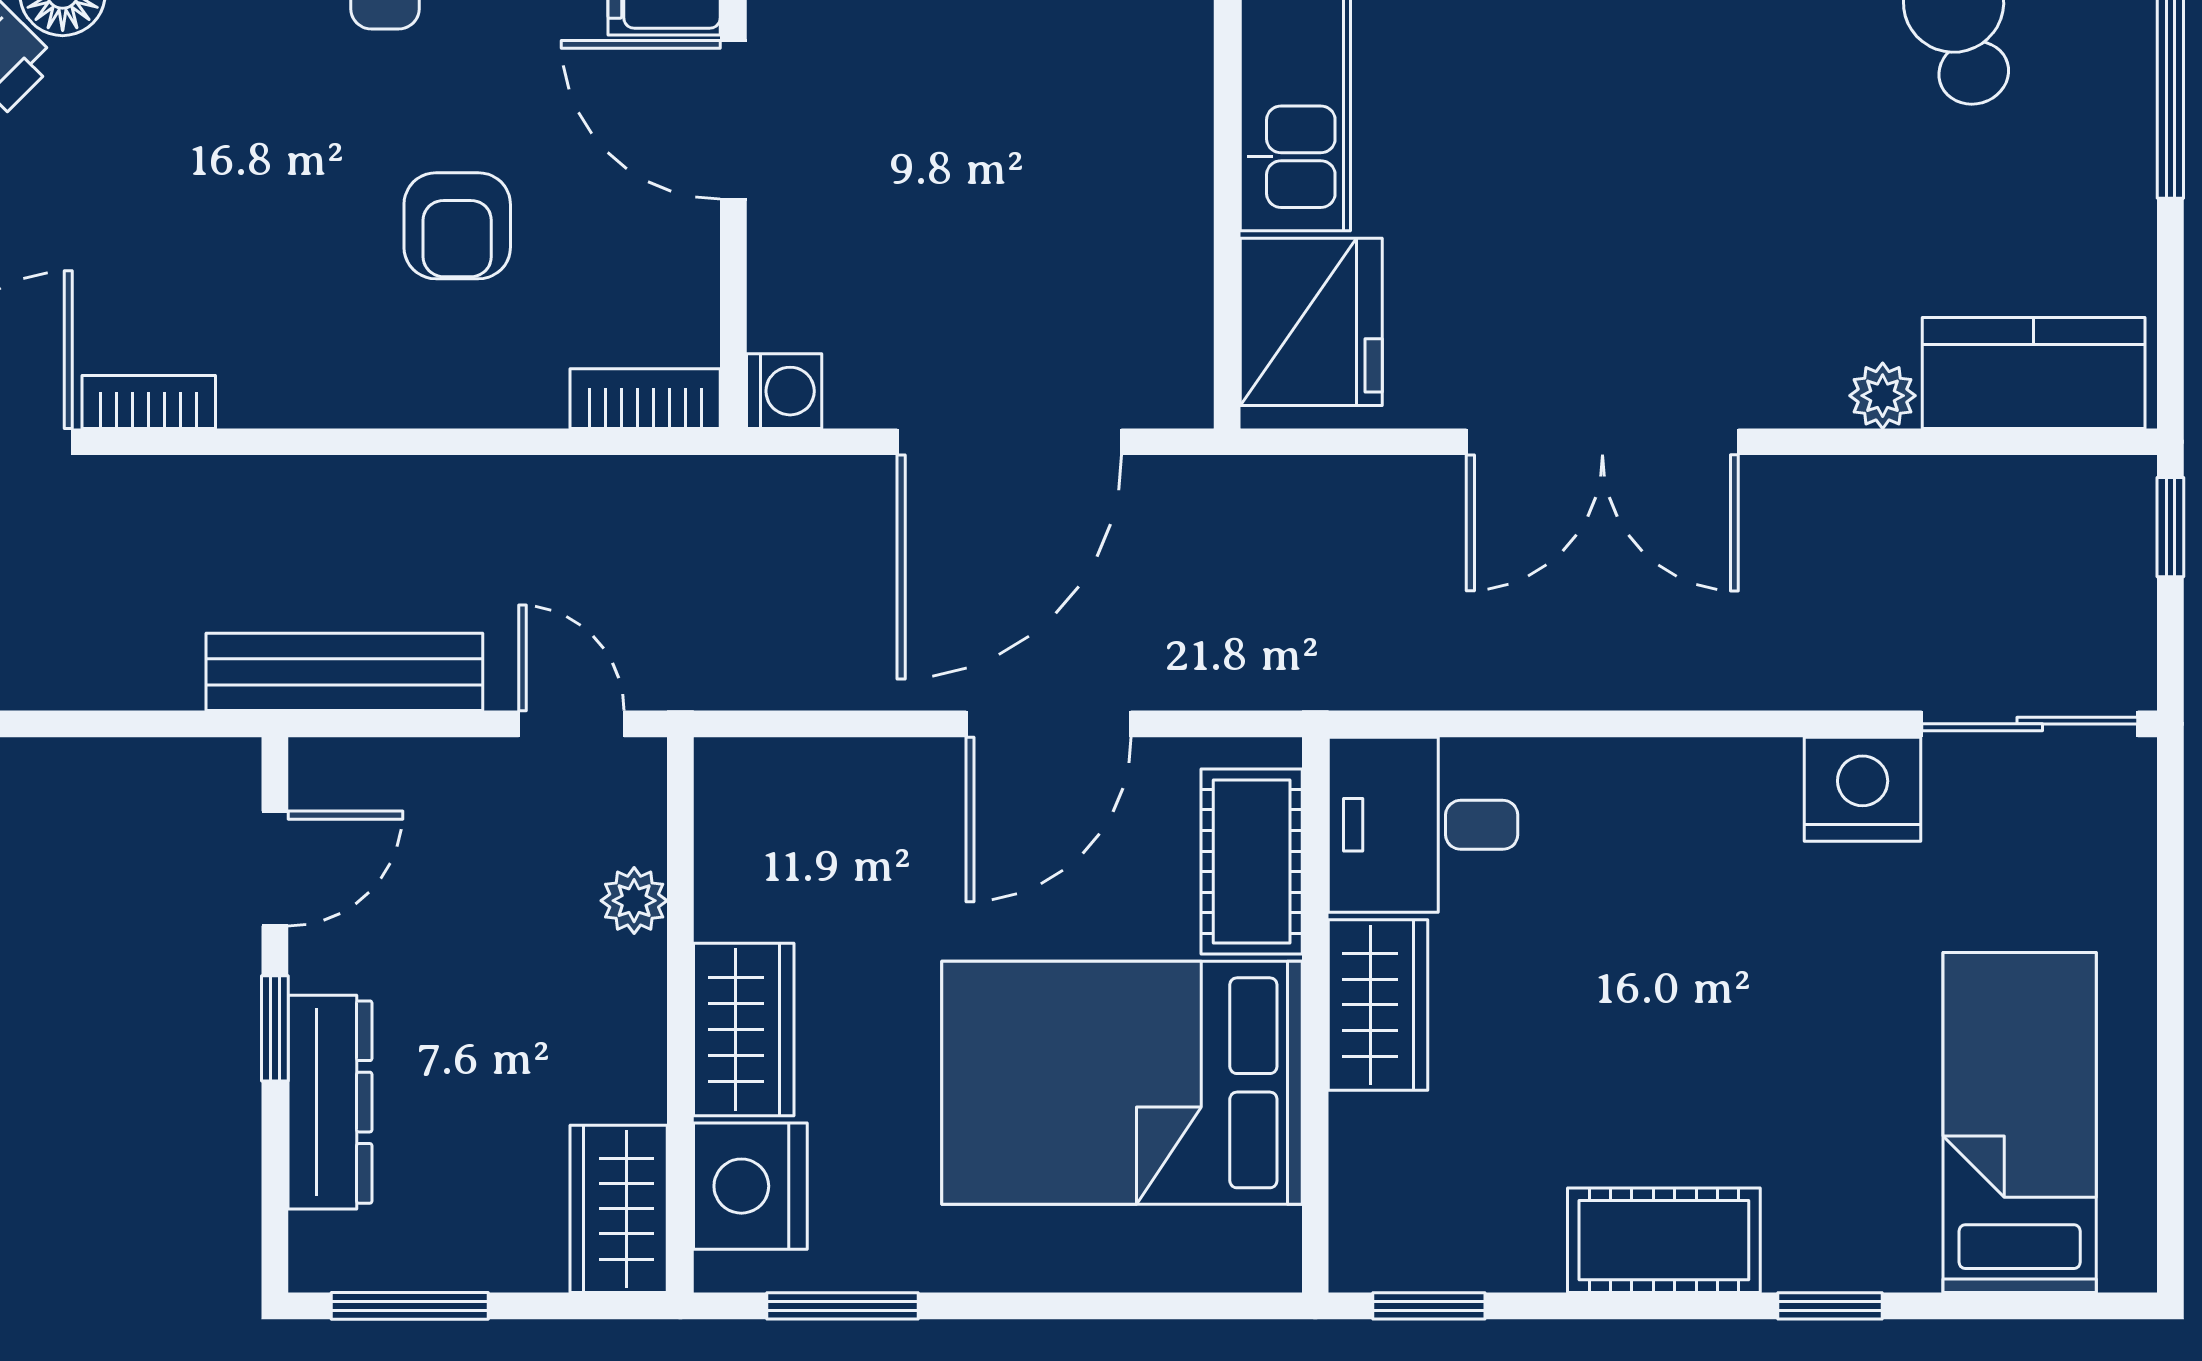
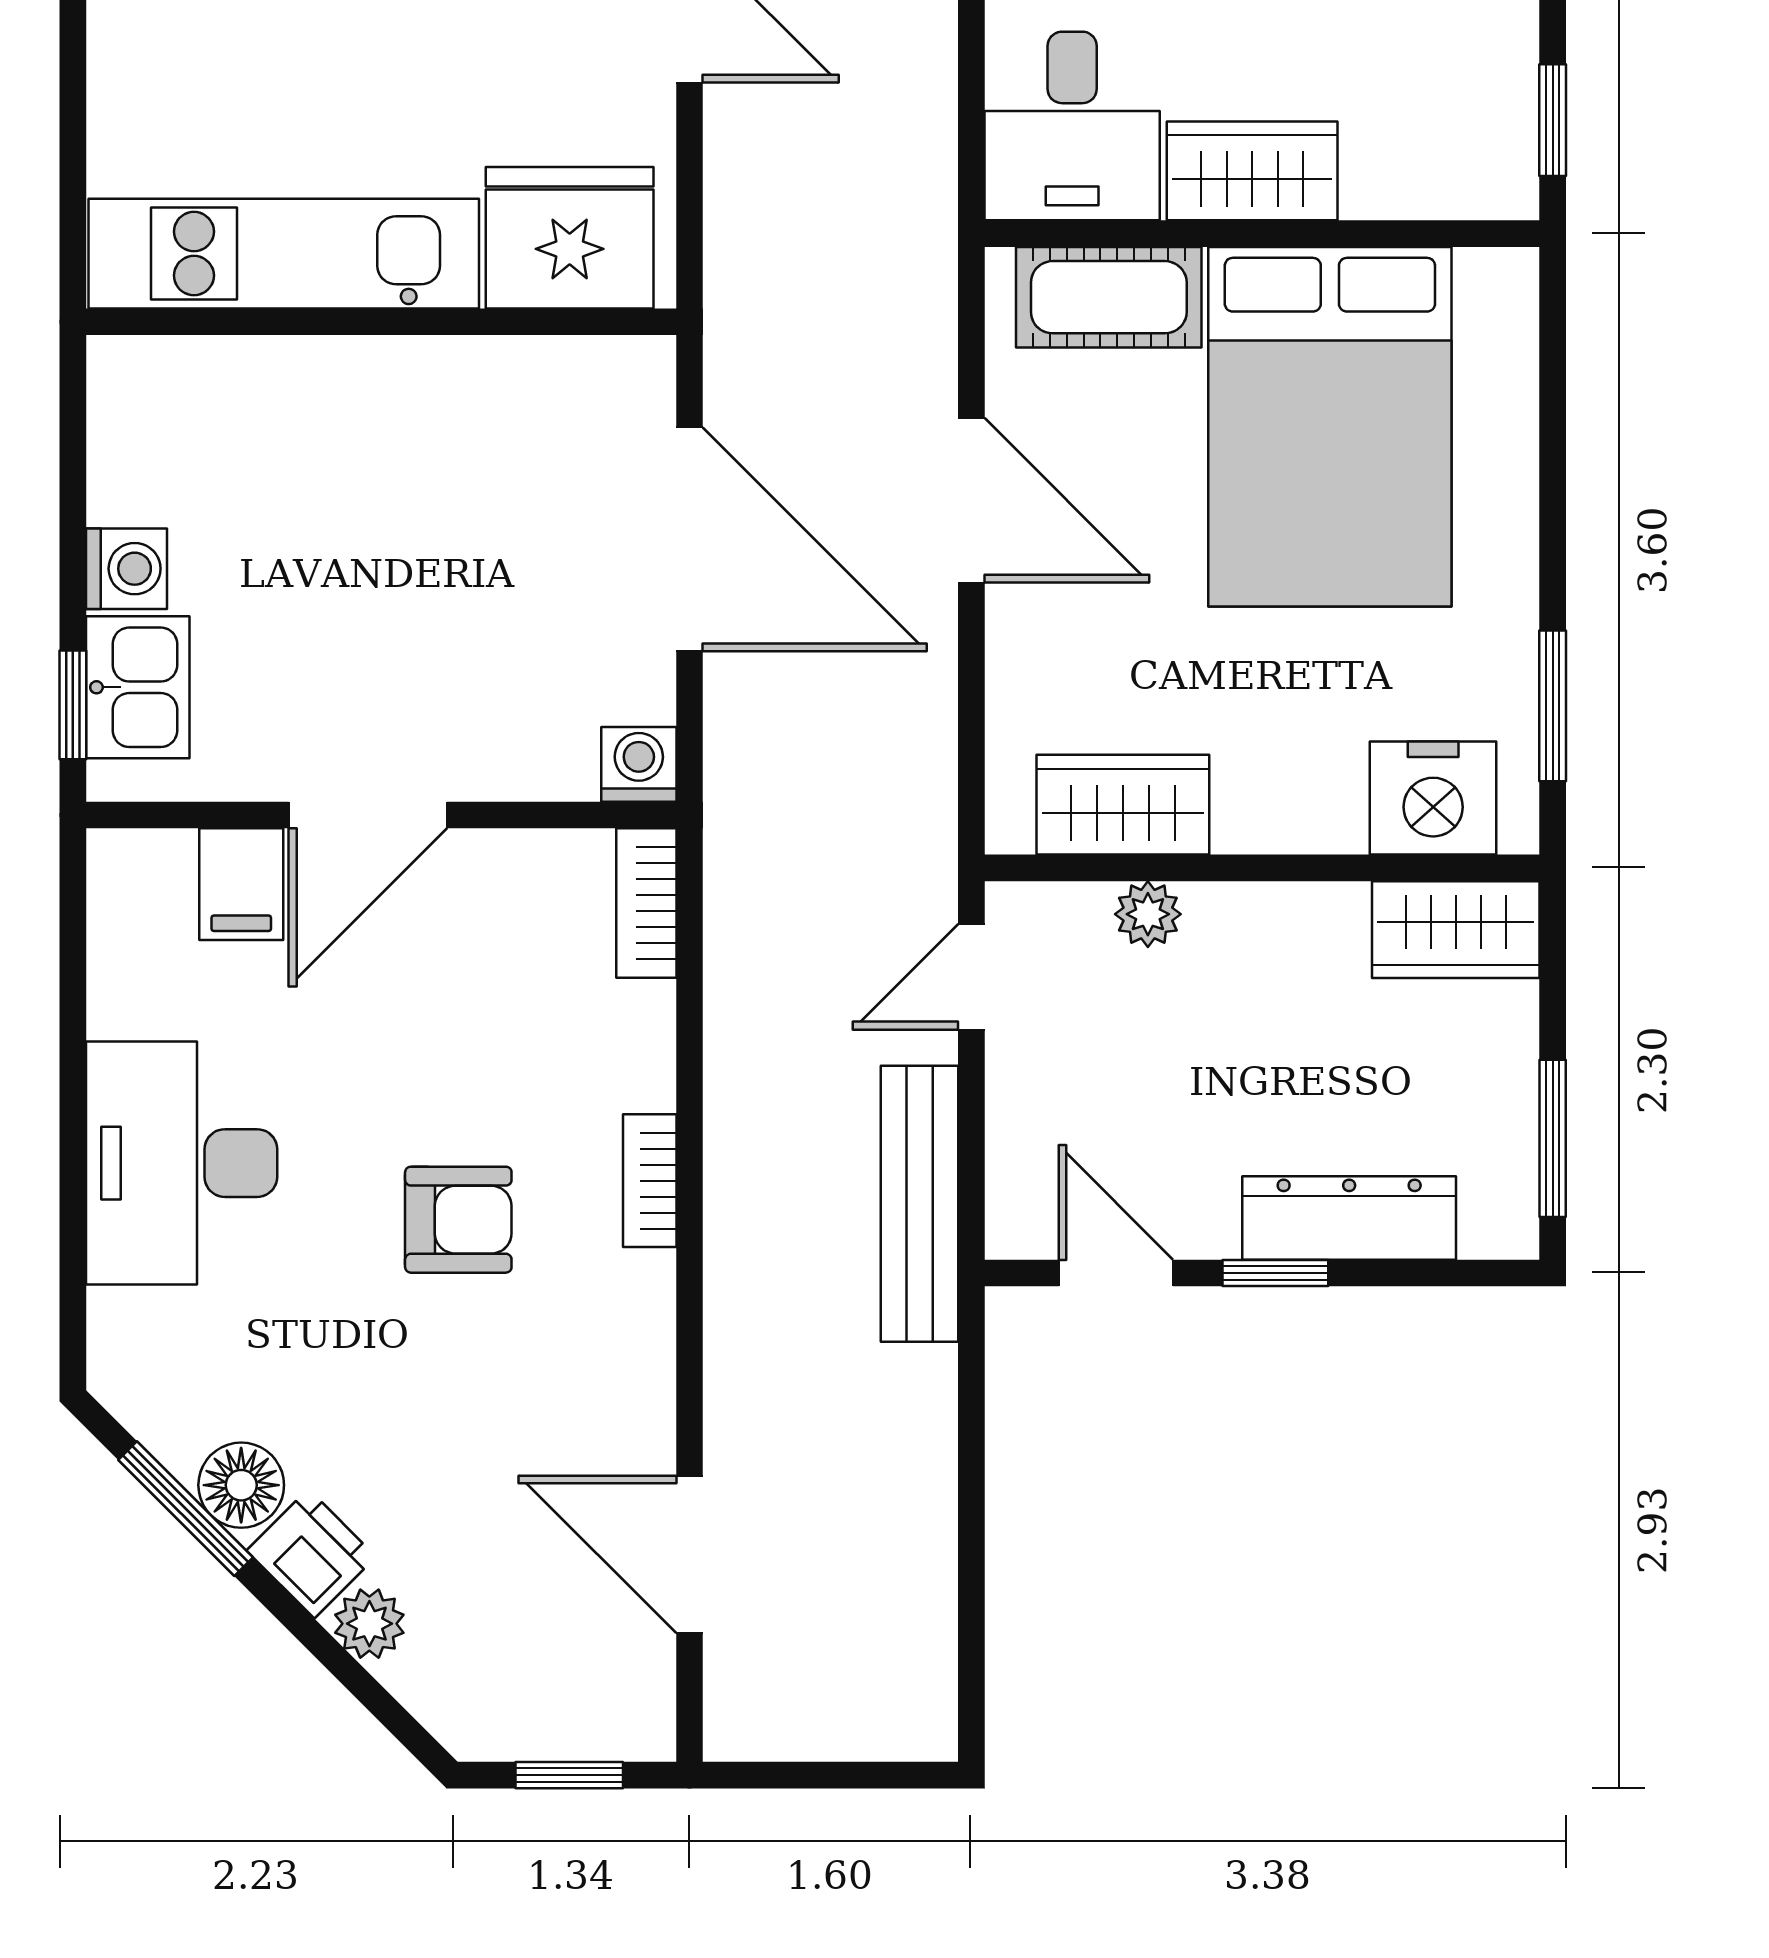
armchair: (457, 226) -> (458, 1220), moved
bookcase: (149, 402) -> (650, 1181), moved
wardrobe: (744, 1030) -> (1123, 805), moved

